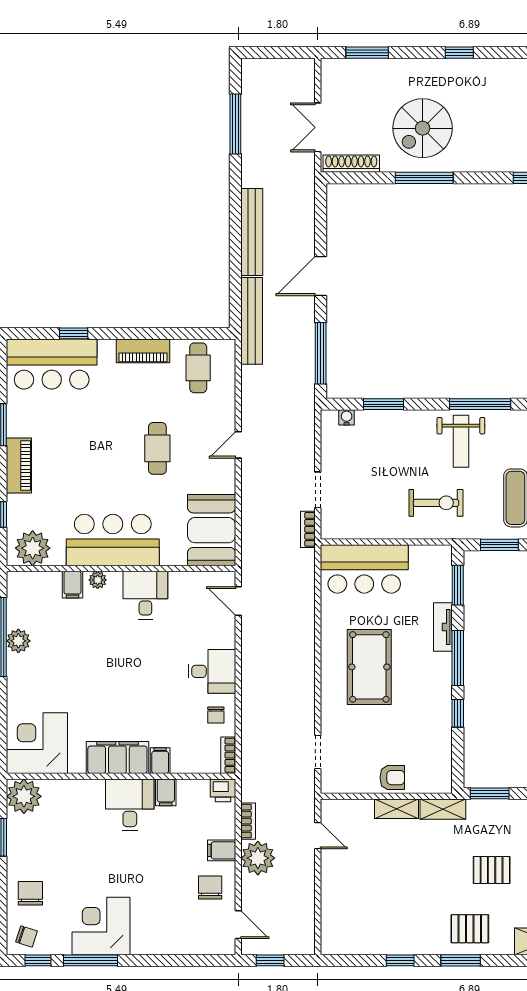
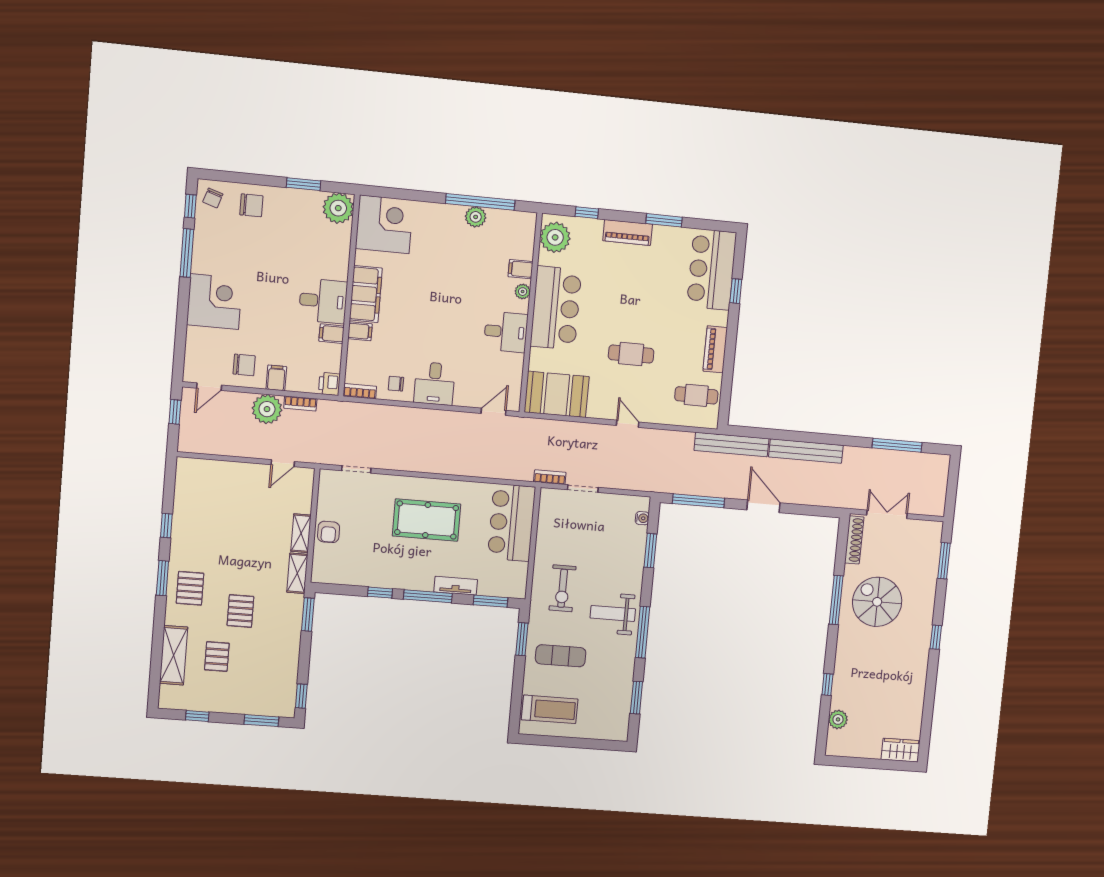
corner desk: (101, 926) -> (214, 302), moved

